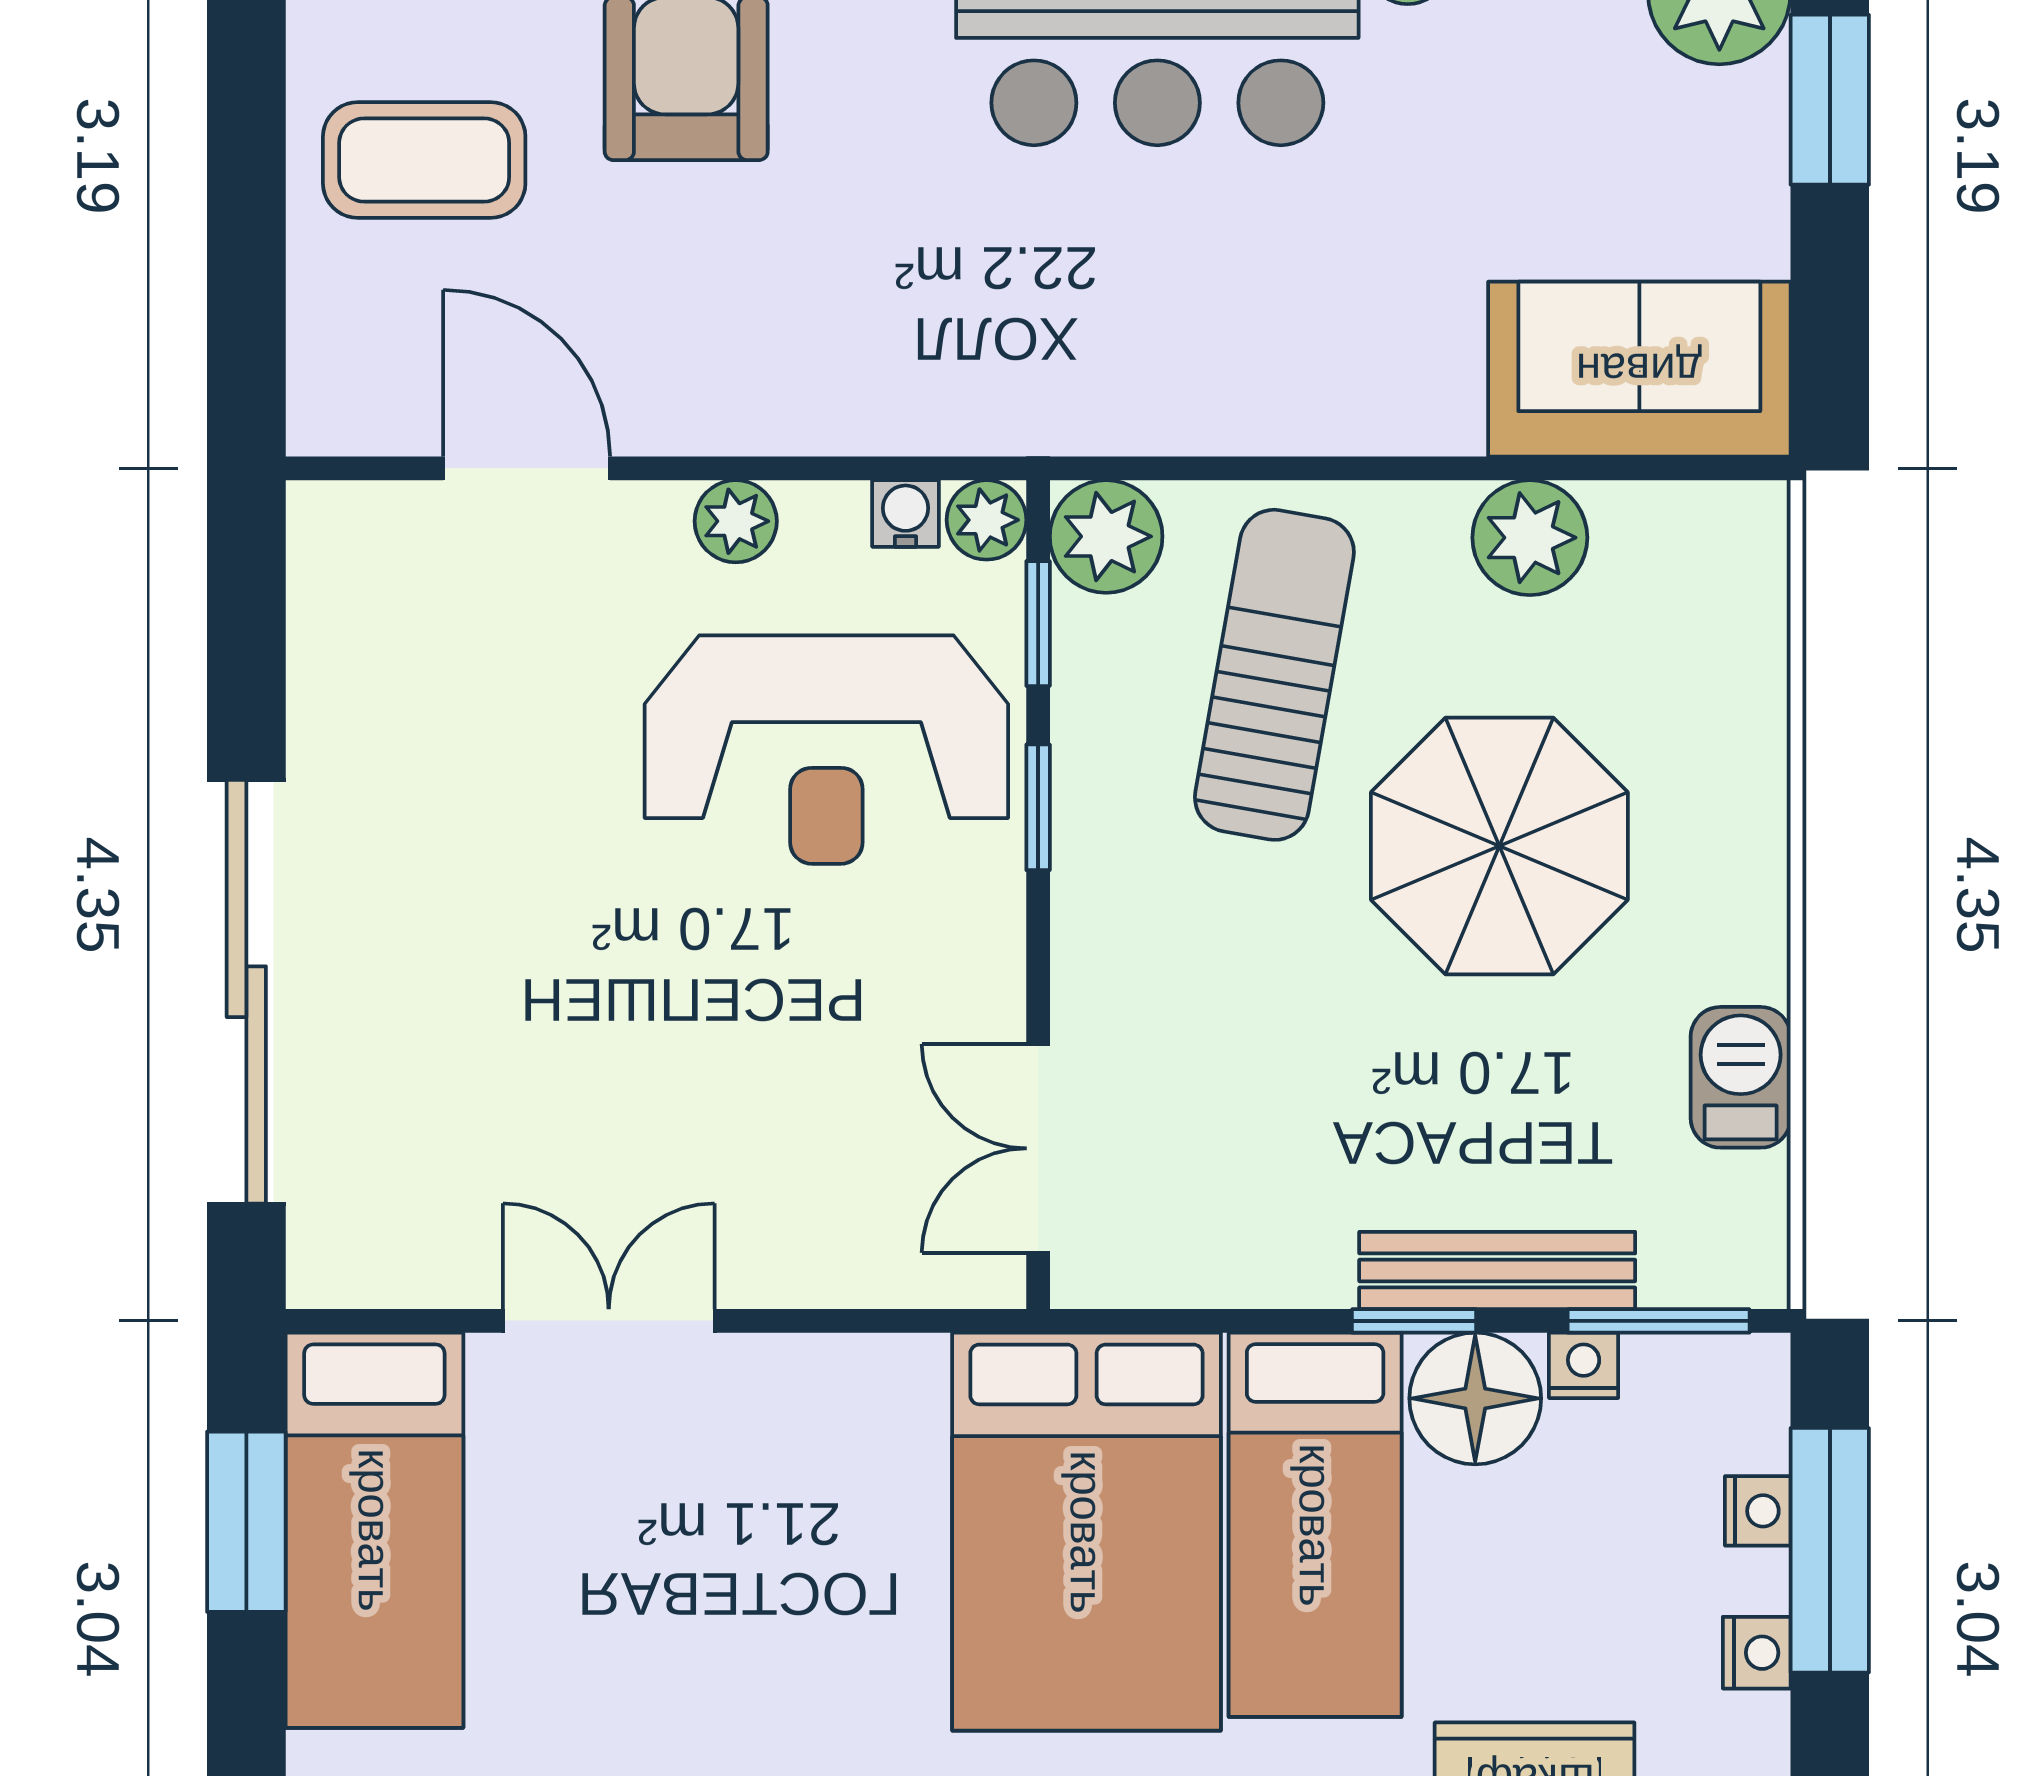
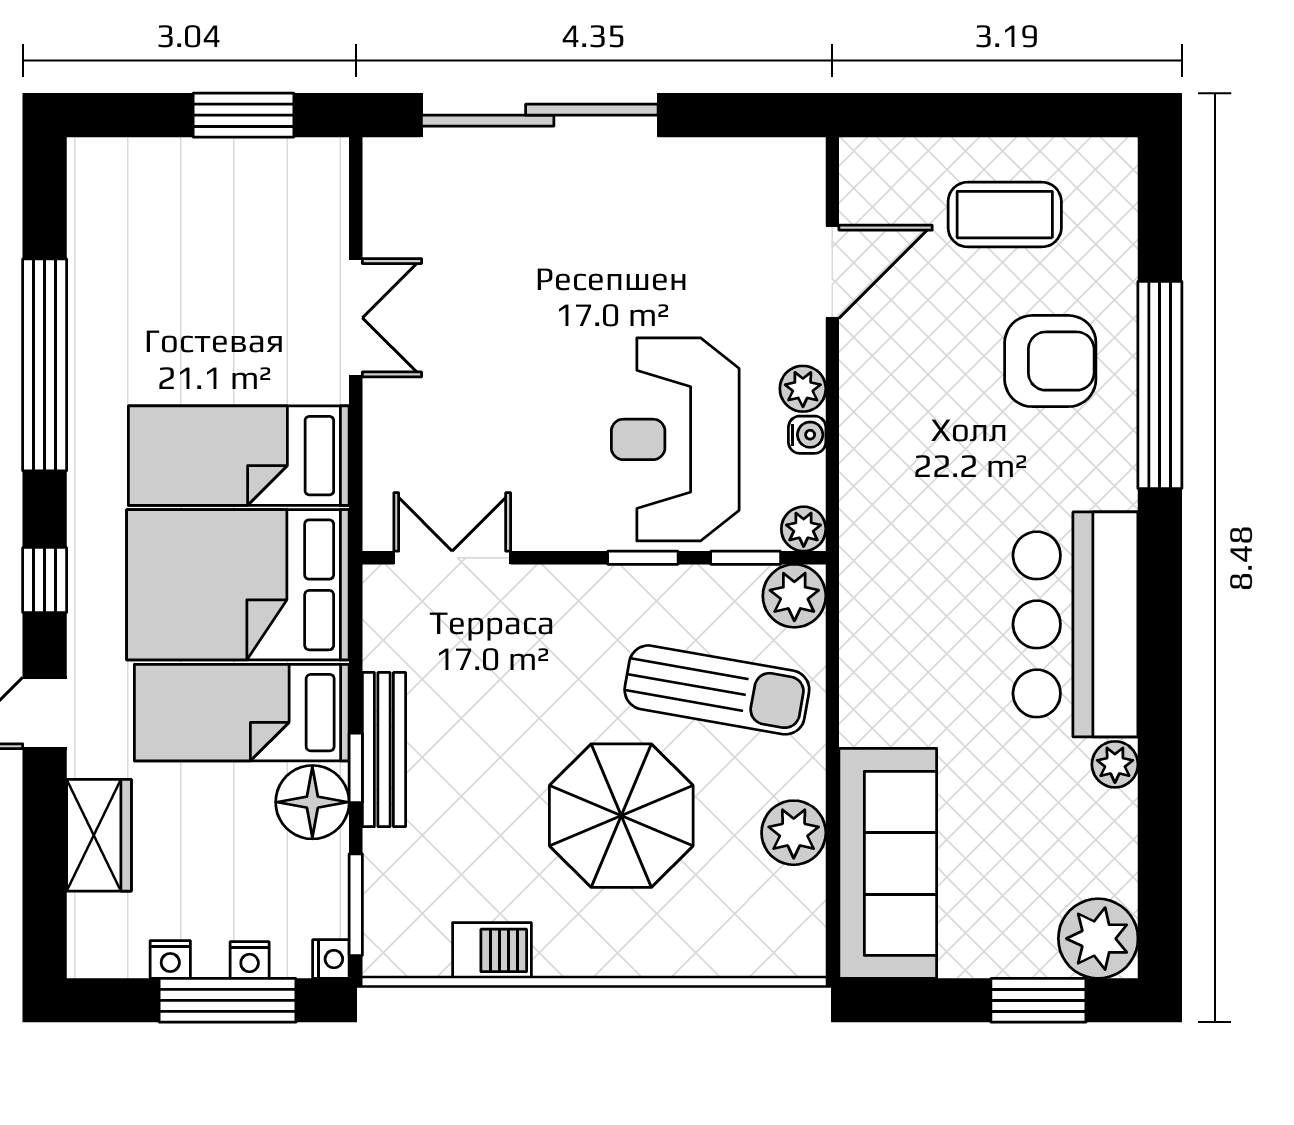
coffee table: (424, 160) -> (1005, 215), turned 90
sofa: (1639, 369) -> (888, 863), width x1.36
water cooler: (906, 514) -> (807, 435), moved
bench: (1497, 1270) -> (384, 750), moved
nightstand: (1584, 1365) -> (331, 959), moved
bed: (374, 1530) -> (239, 456), moved

